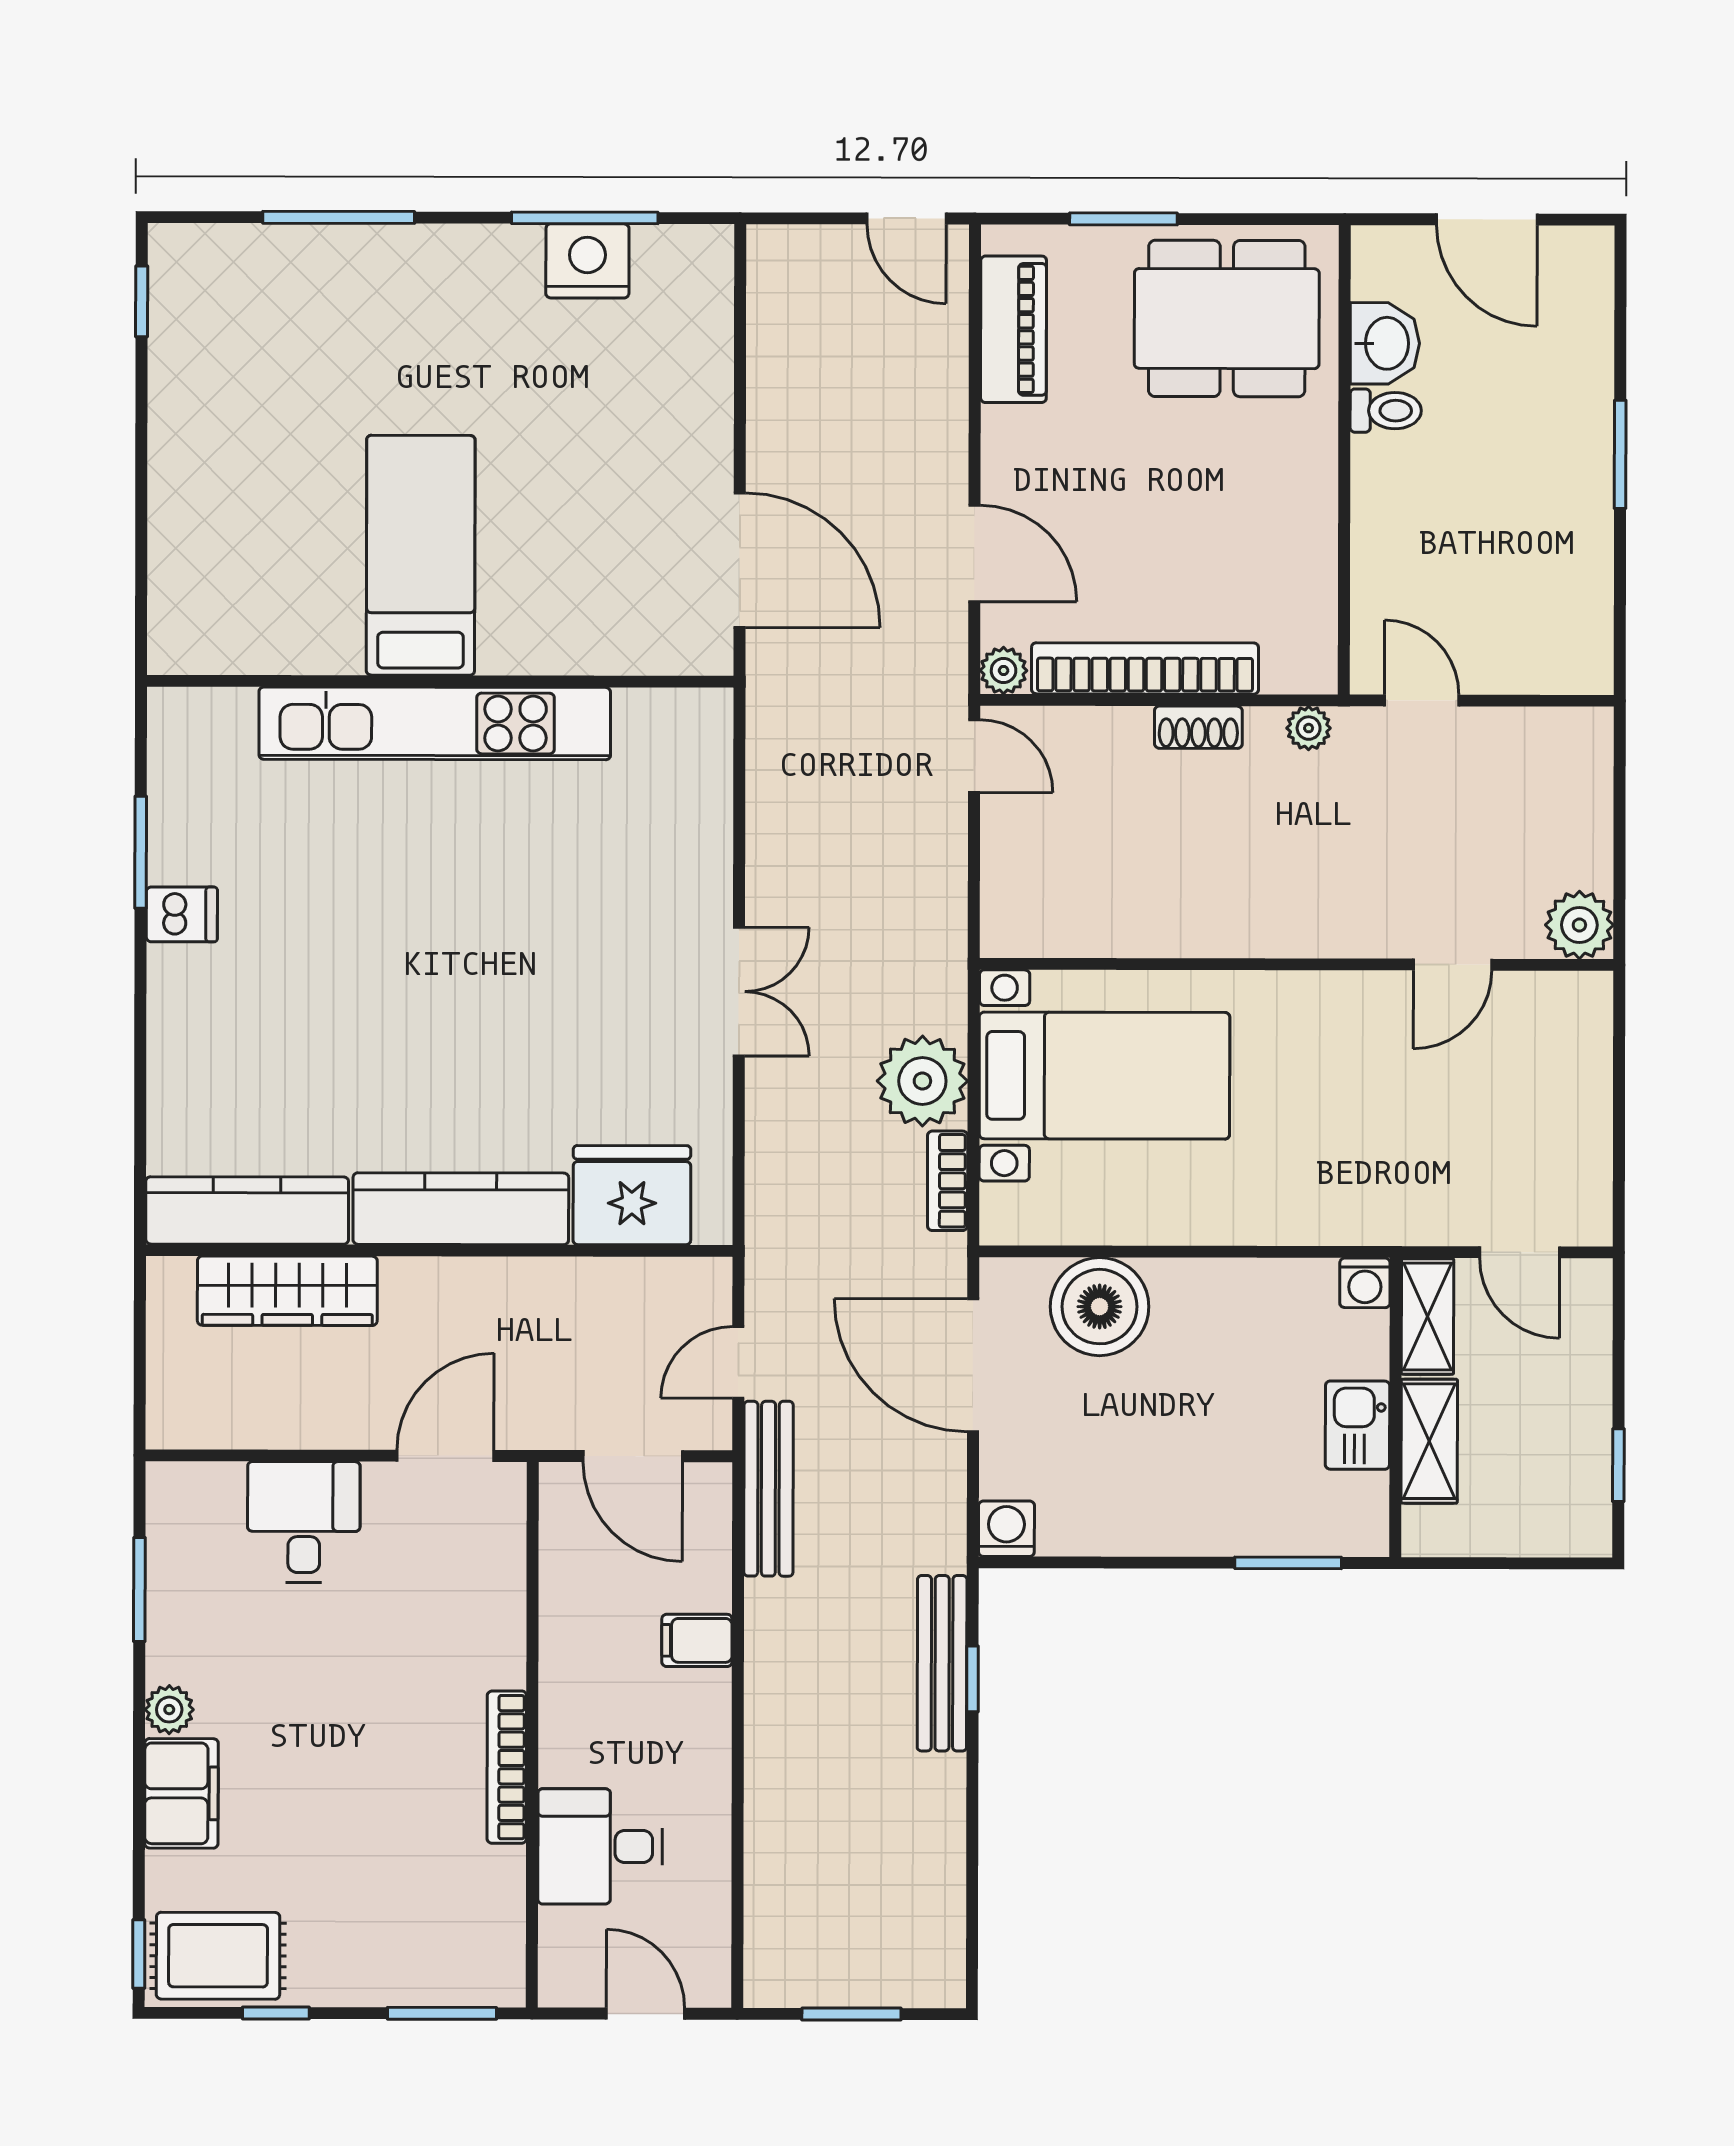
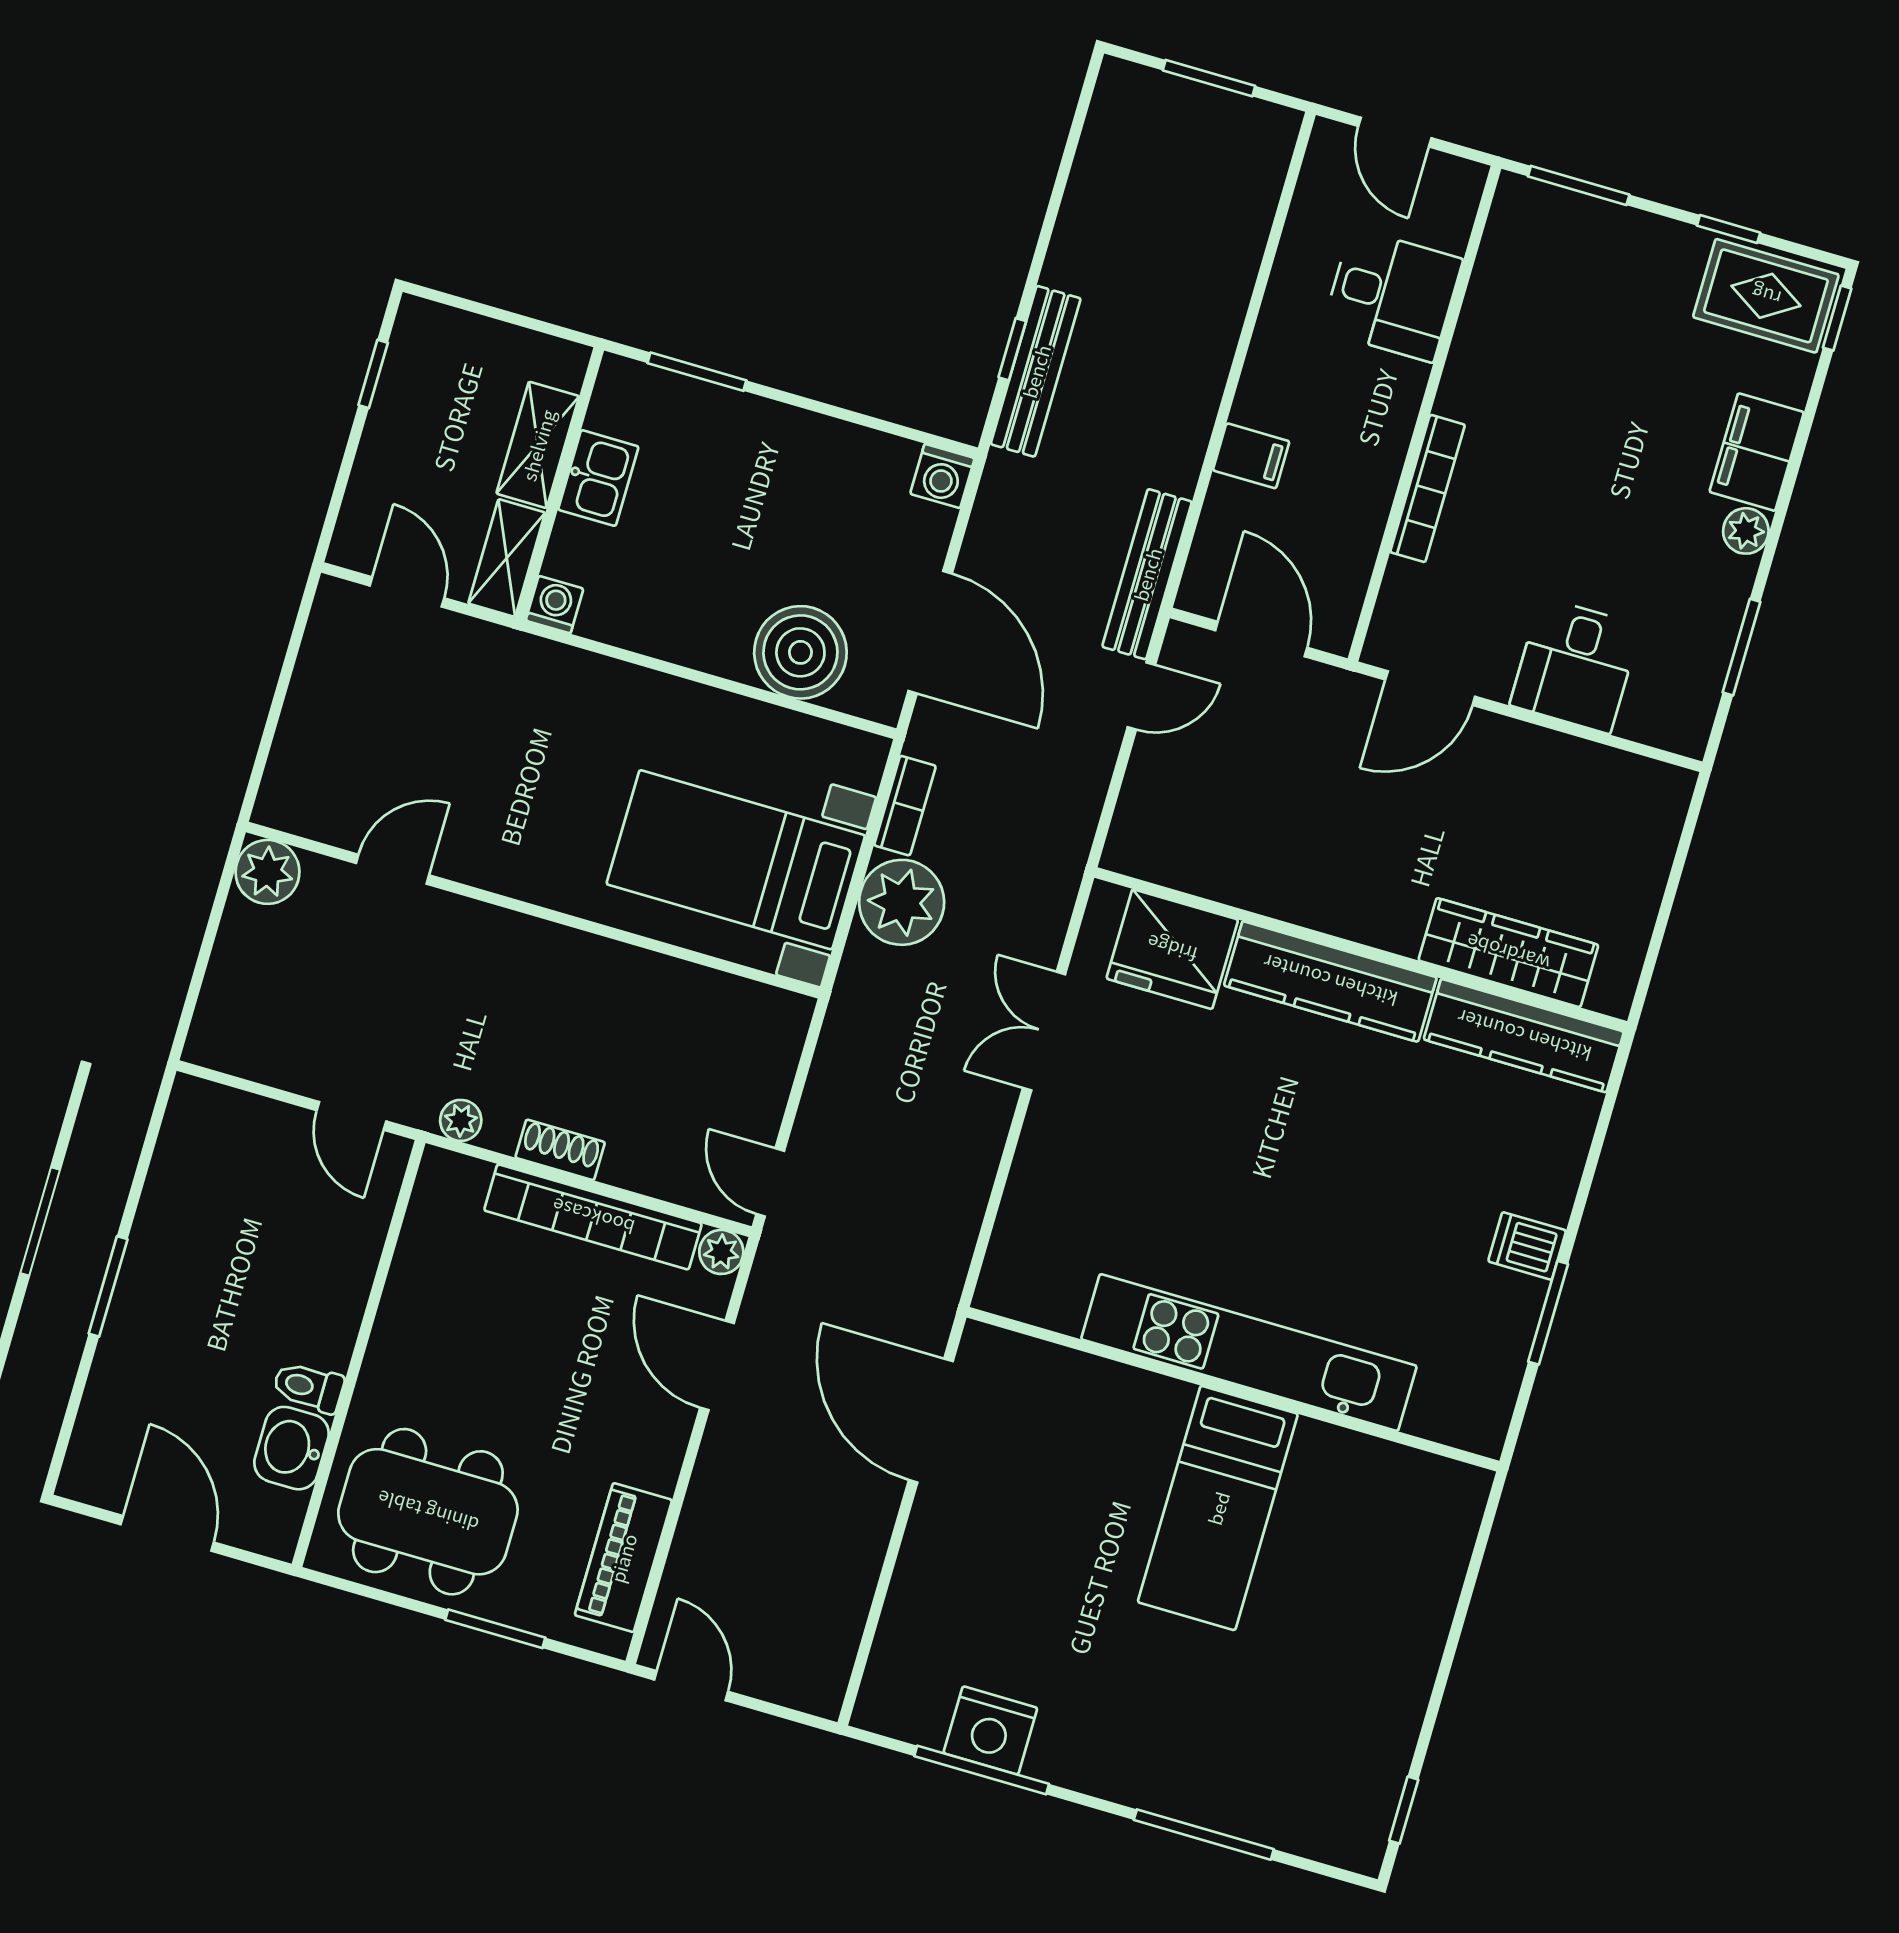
fridge: (632, 1195) -> (1172, 949), moved
kitchen counter: (461, 1209) -> (1330, 981), moved
kitchen counter: (247, 1210) -> (1524, 1036), moved
wall: (439, 1250) -> (1361, 949), moved
wardrobe: (287, 1291) -> (1508, 953), moved
bookcase: (507, 1767) -> (1428, 488), moved

